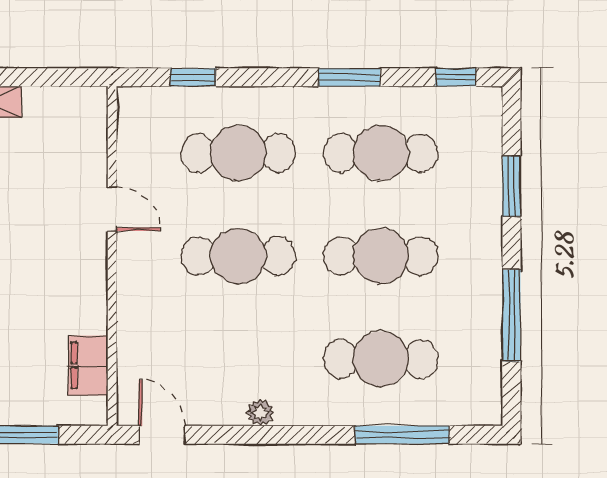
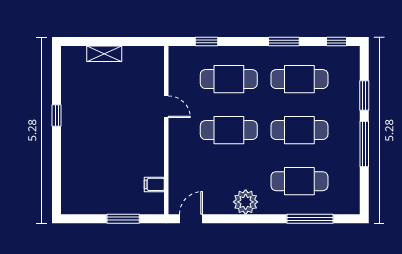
window: (511, 315) -> (364, 144), moved
filing cabinet: (88, 366) -> (154, 184), width x0.50
plant: (260, 413) -> (246, 202), width x1.88, depth x1.88
door: (162, 435) -> (191, 219), hinge flipped

